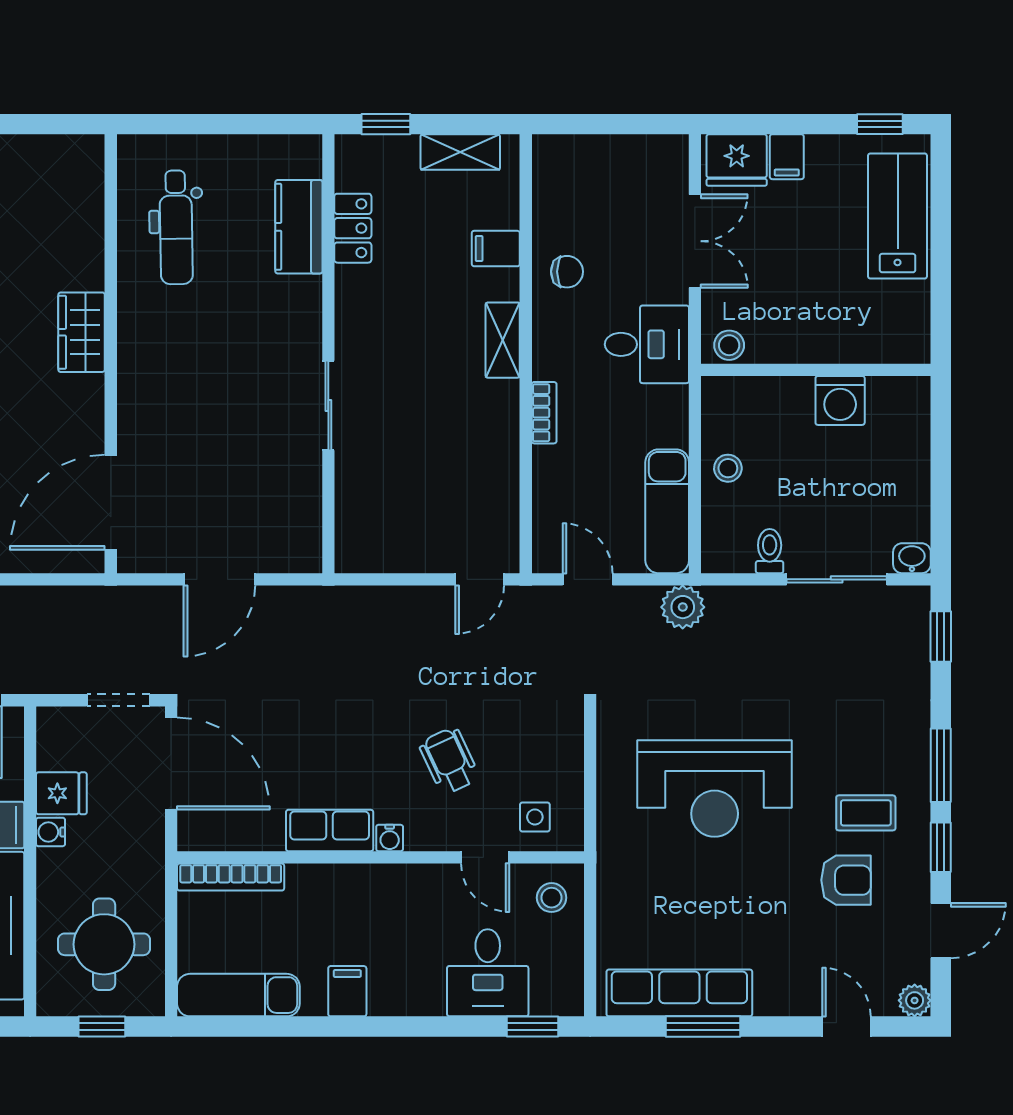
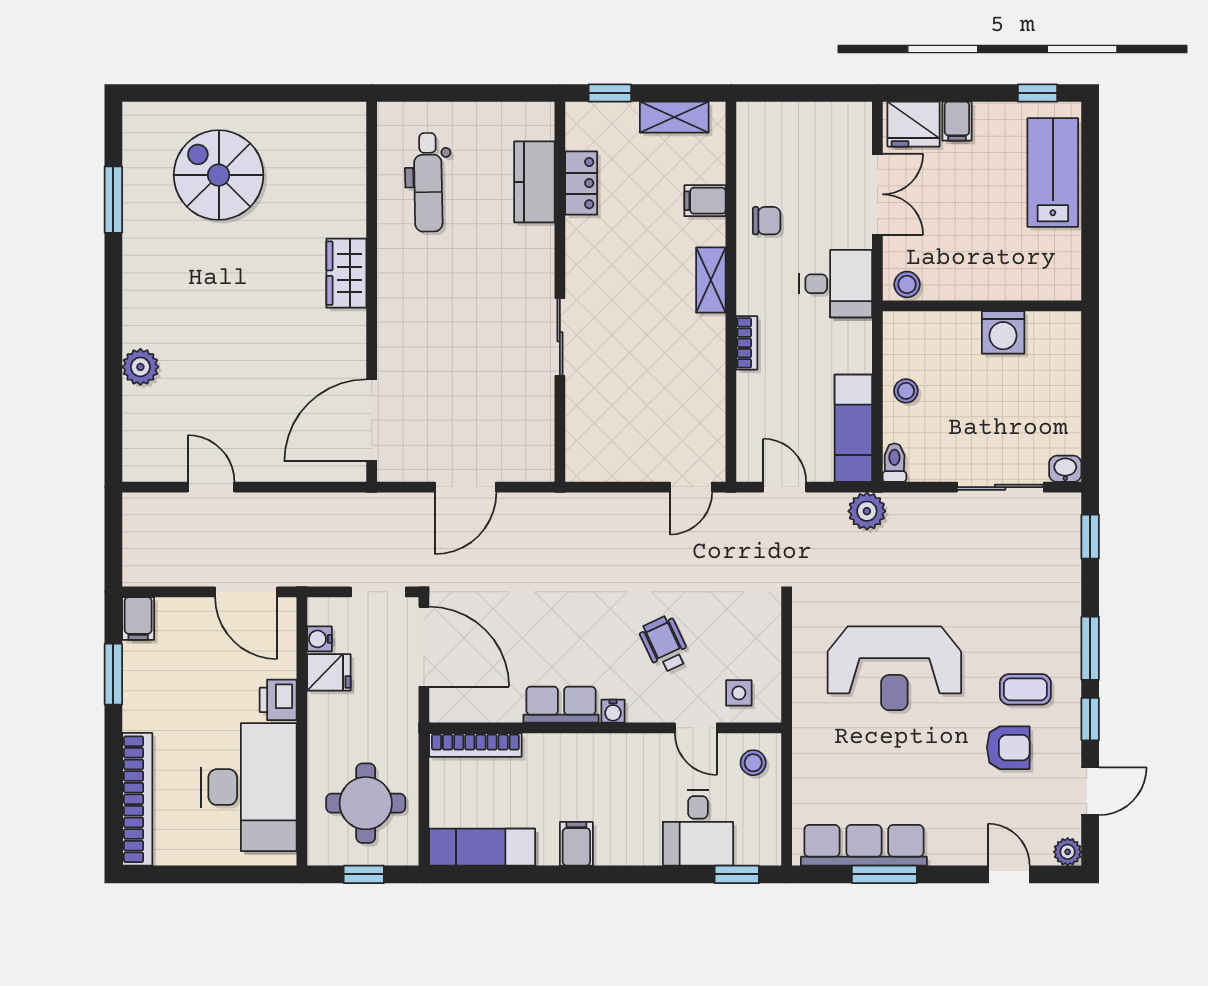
toilet: (770, 551) -> (894, 463), moved
water cooler: (51, 832) -> (319, 639), moved

